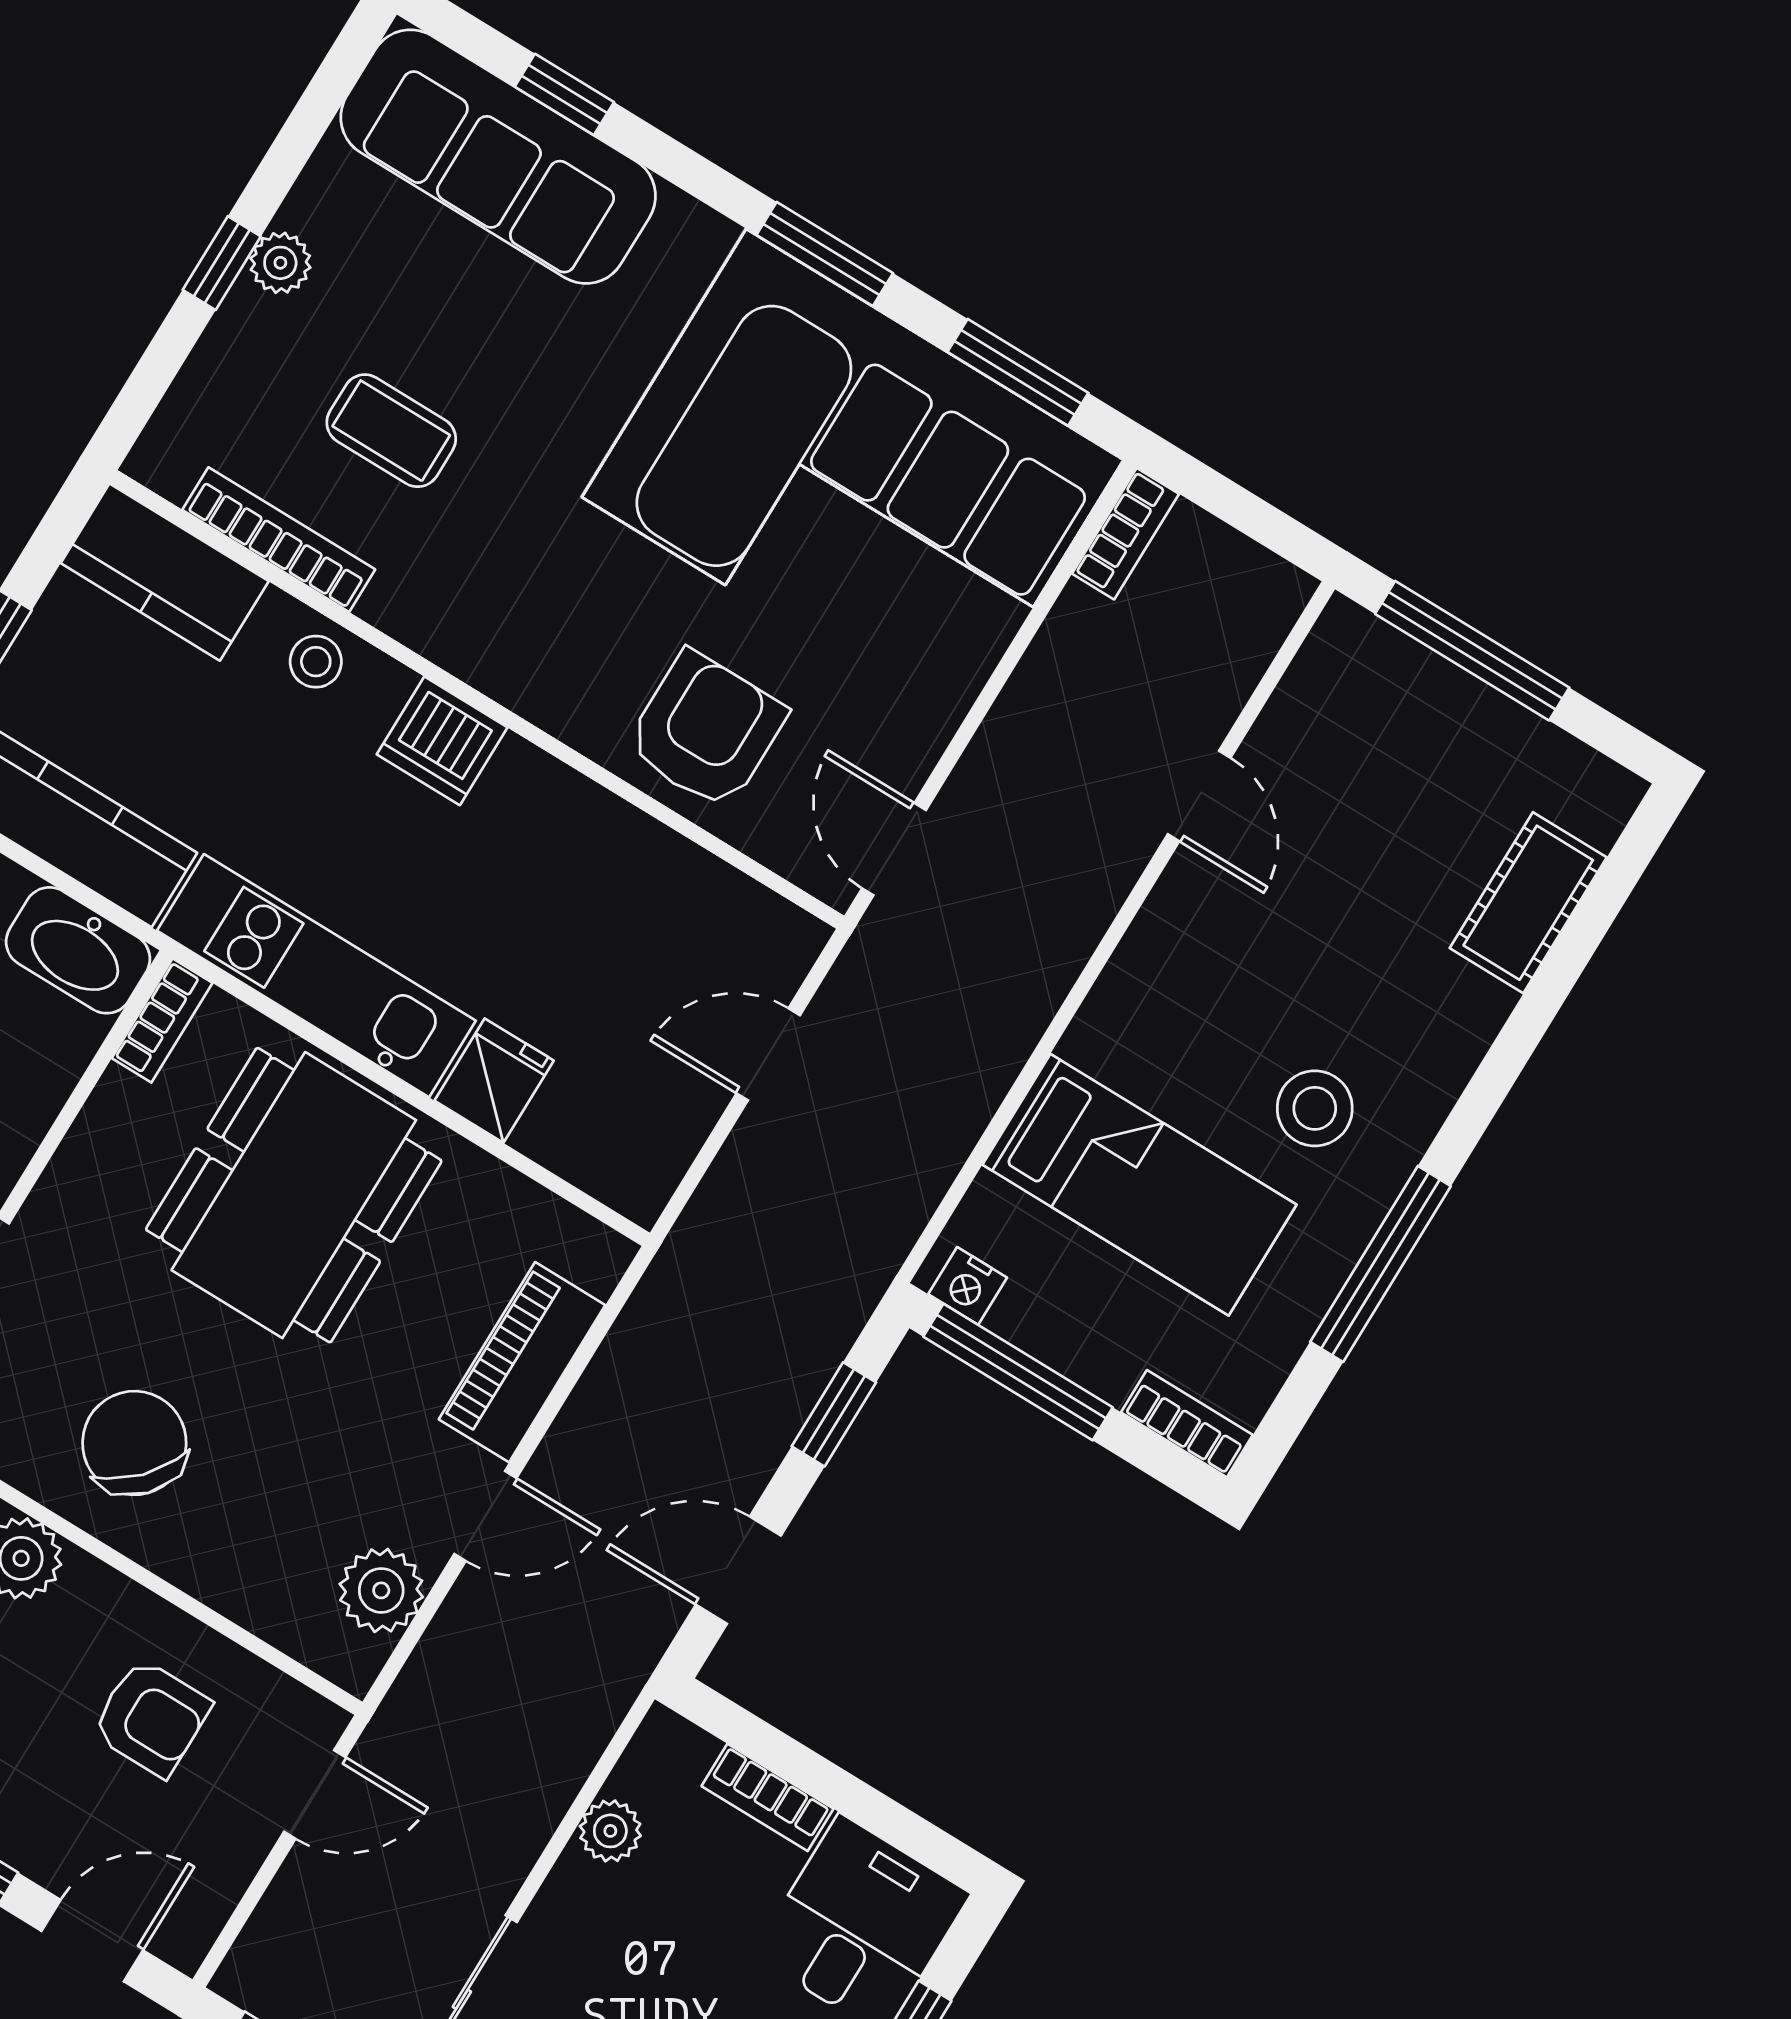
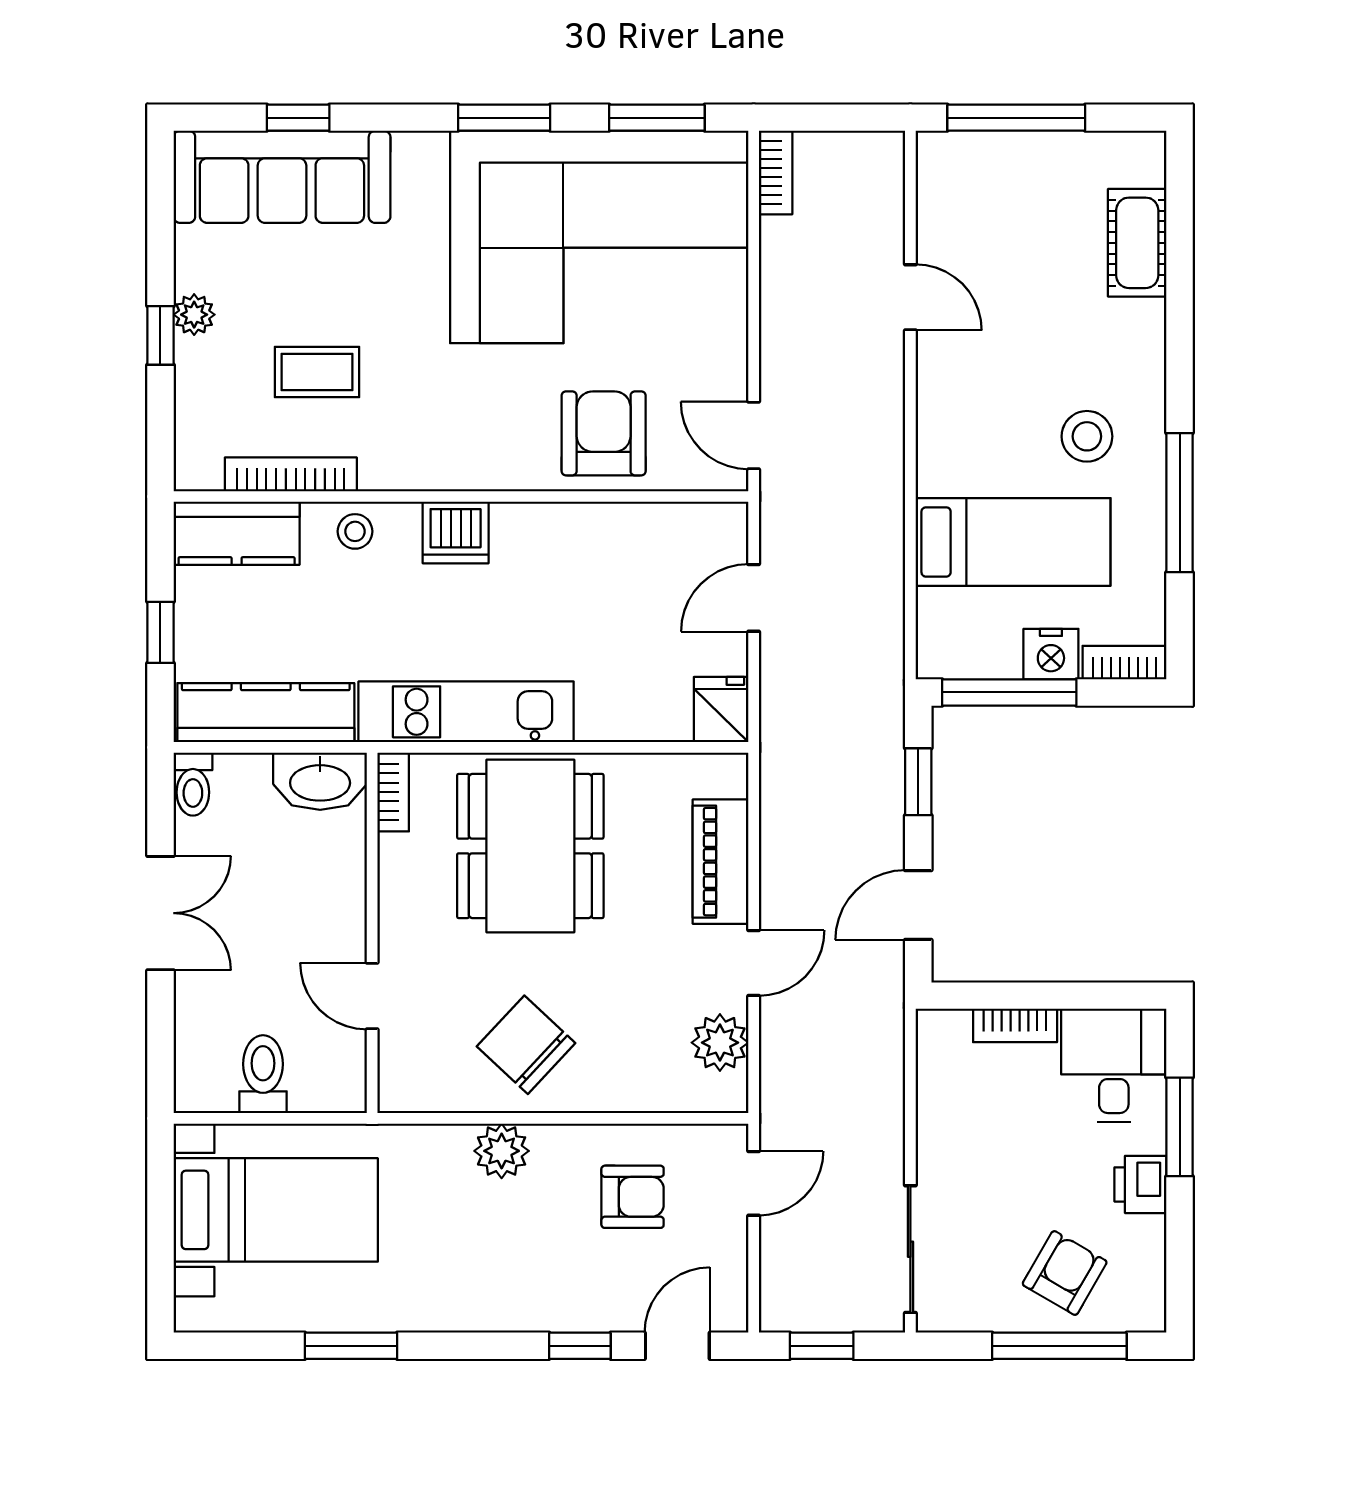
fridge: (494, 1081) -> (721, 710), moved
nightstand: (968, 1286) -> (1051, 654), moved, width x1.39, depth x1.35
plant: (610, 1831) -> (936, 1100), removed

